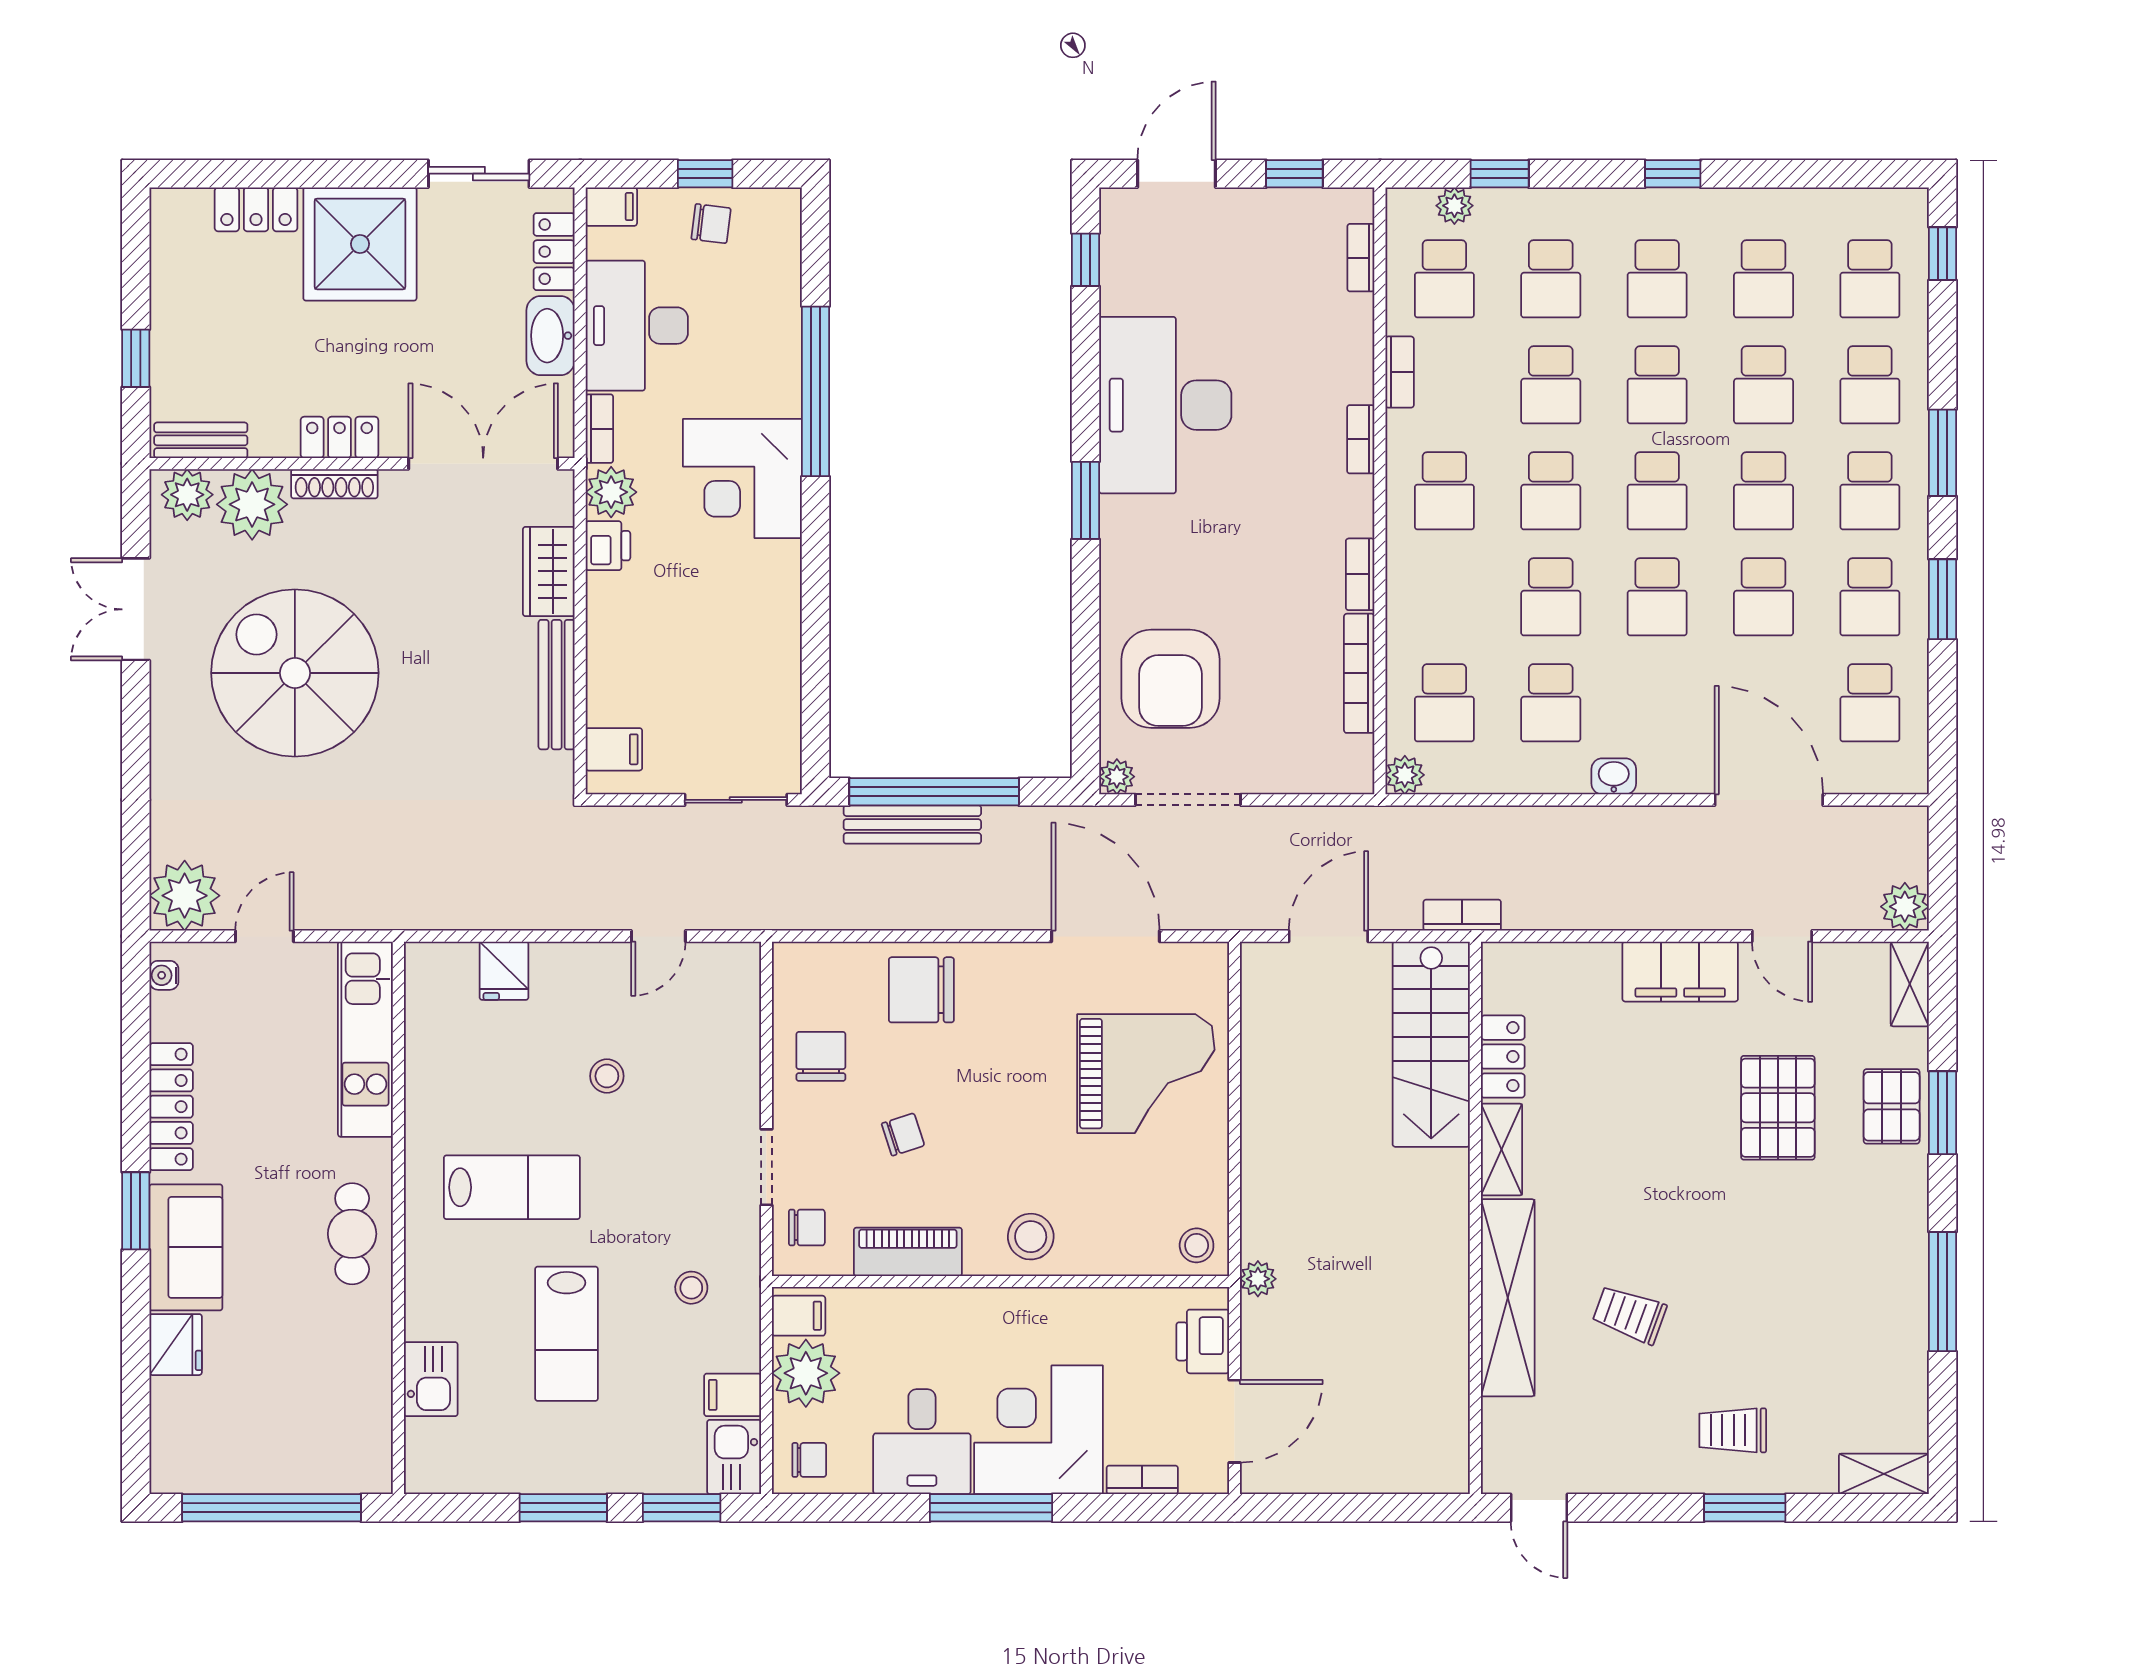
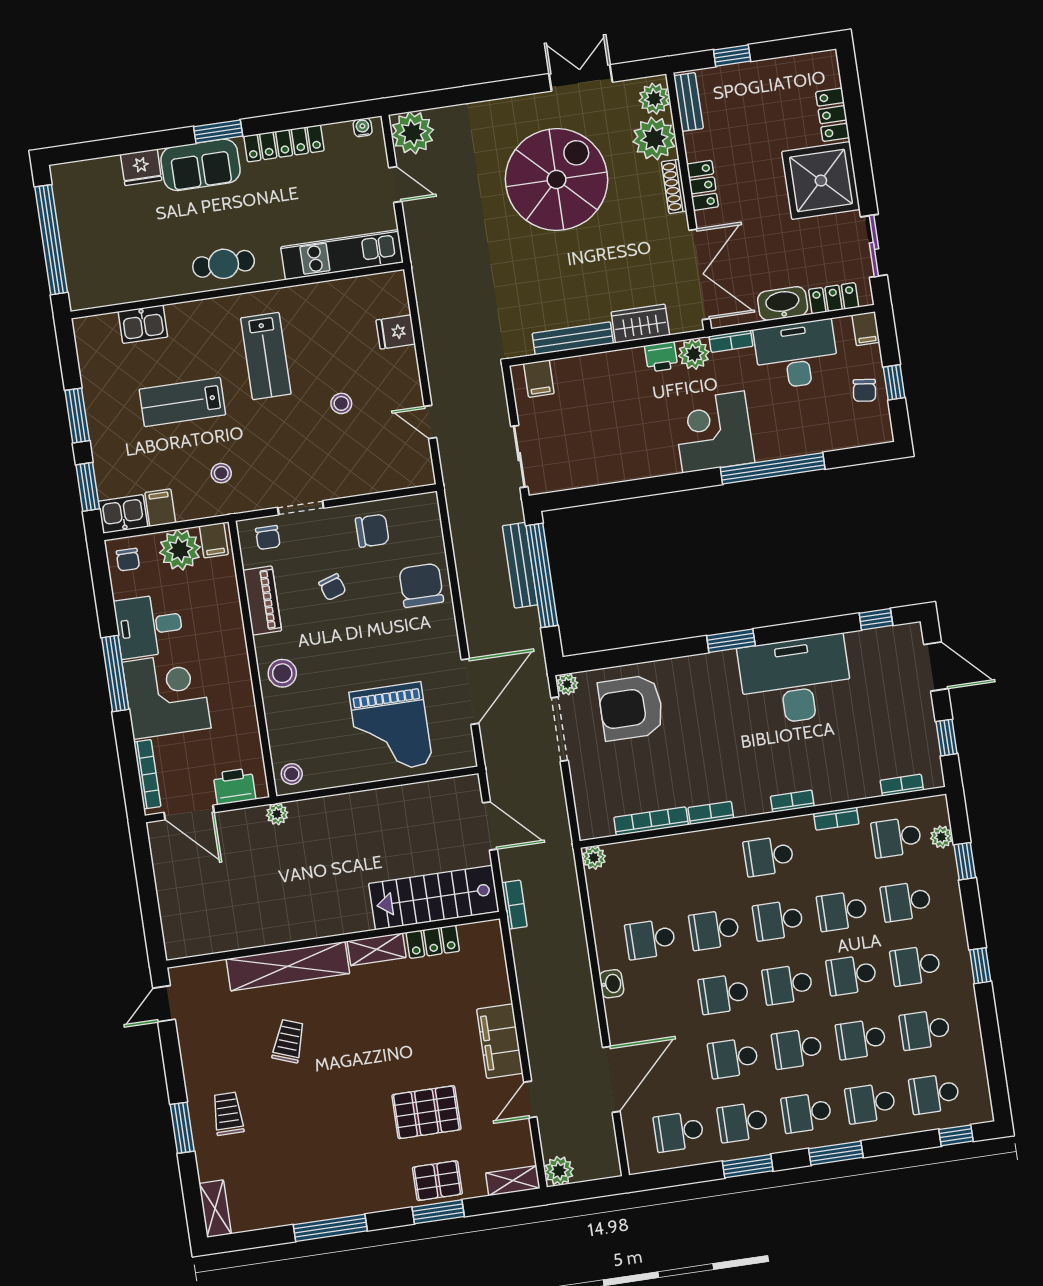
school desk: (1444, 703) -> (641, 875), removed
bookcase: (1142, 1480) -> (147, 774), width x1.56

